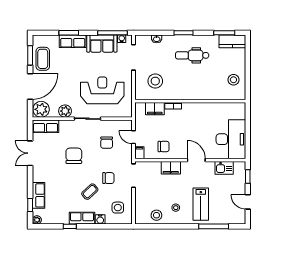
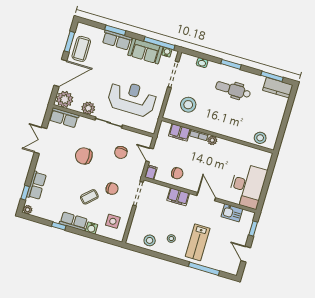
stool: (233, 80) -> (260, 138), moved
plant: (187, 107) -> (212, 140), added
chair: (74, 156) -> (84, 156), turned -90

